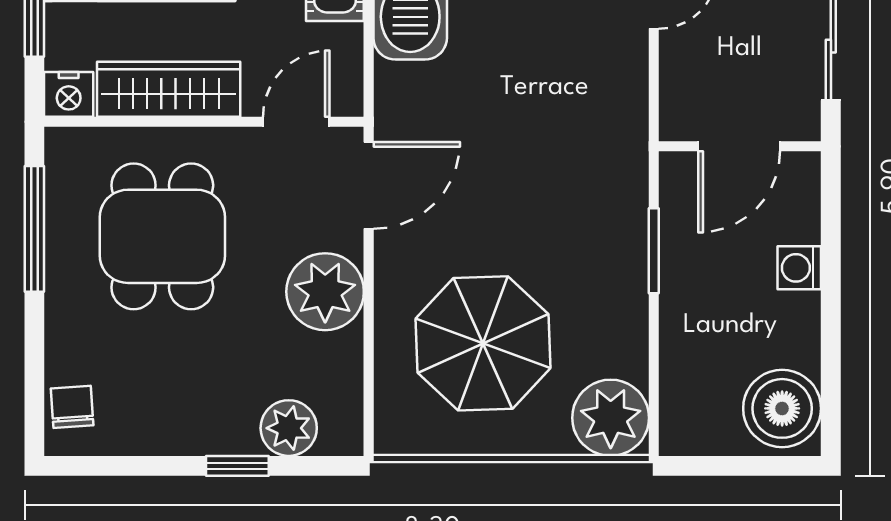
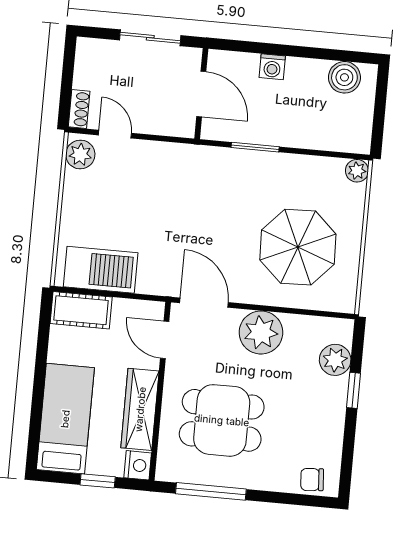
boiler: (782, 408) -> (344, 77), width x0.73, depth x0.73
plant: (611, 418) -> (357, 171), width x0.53, depth x0.53

